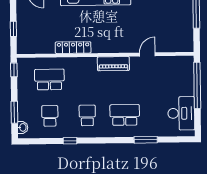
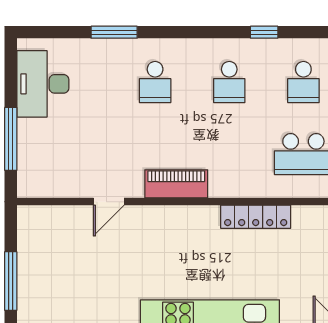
window: (197, 85) -> (11, 139), width x0.68
school desk: (125, 115) -> (155, 82), width x0.54

